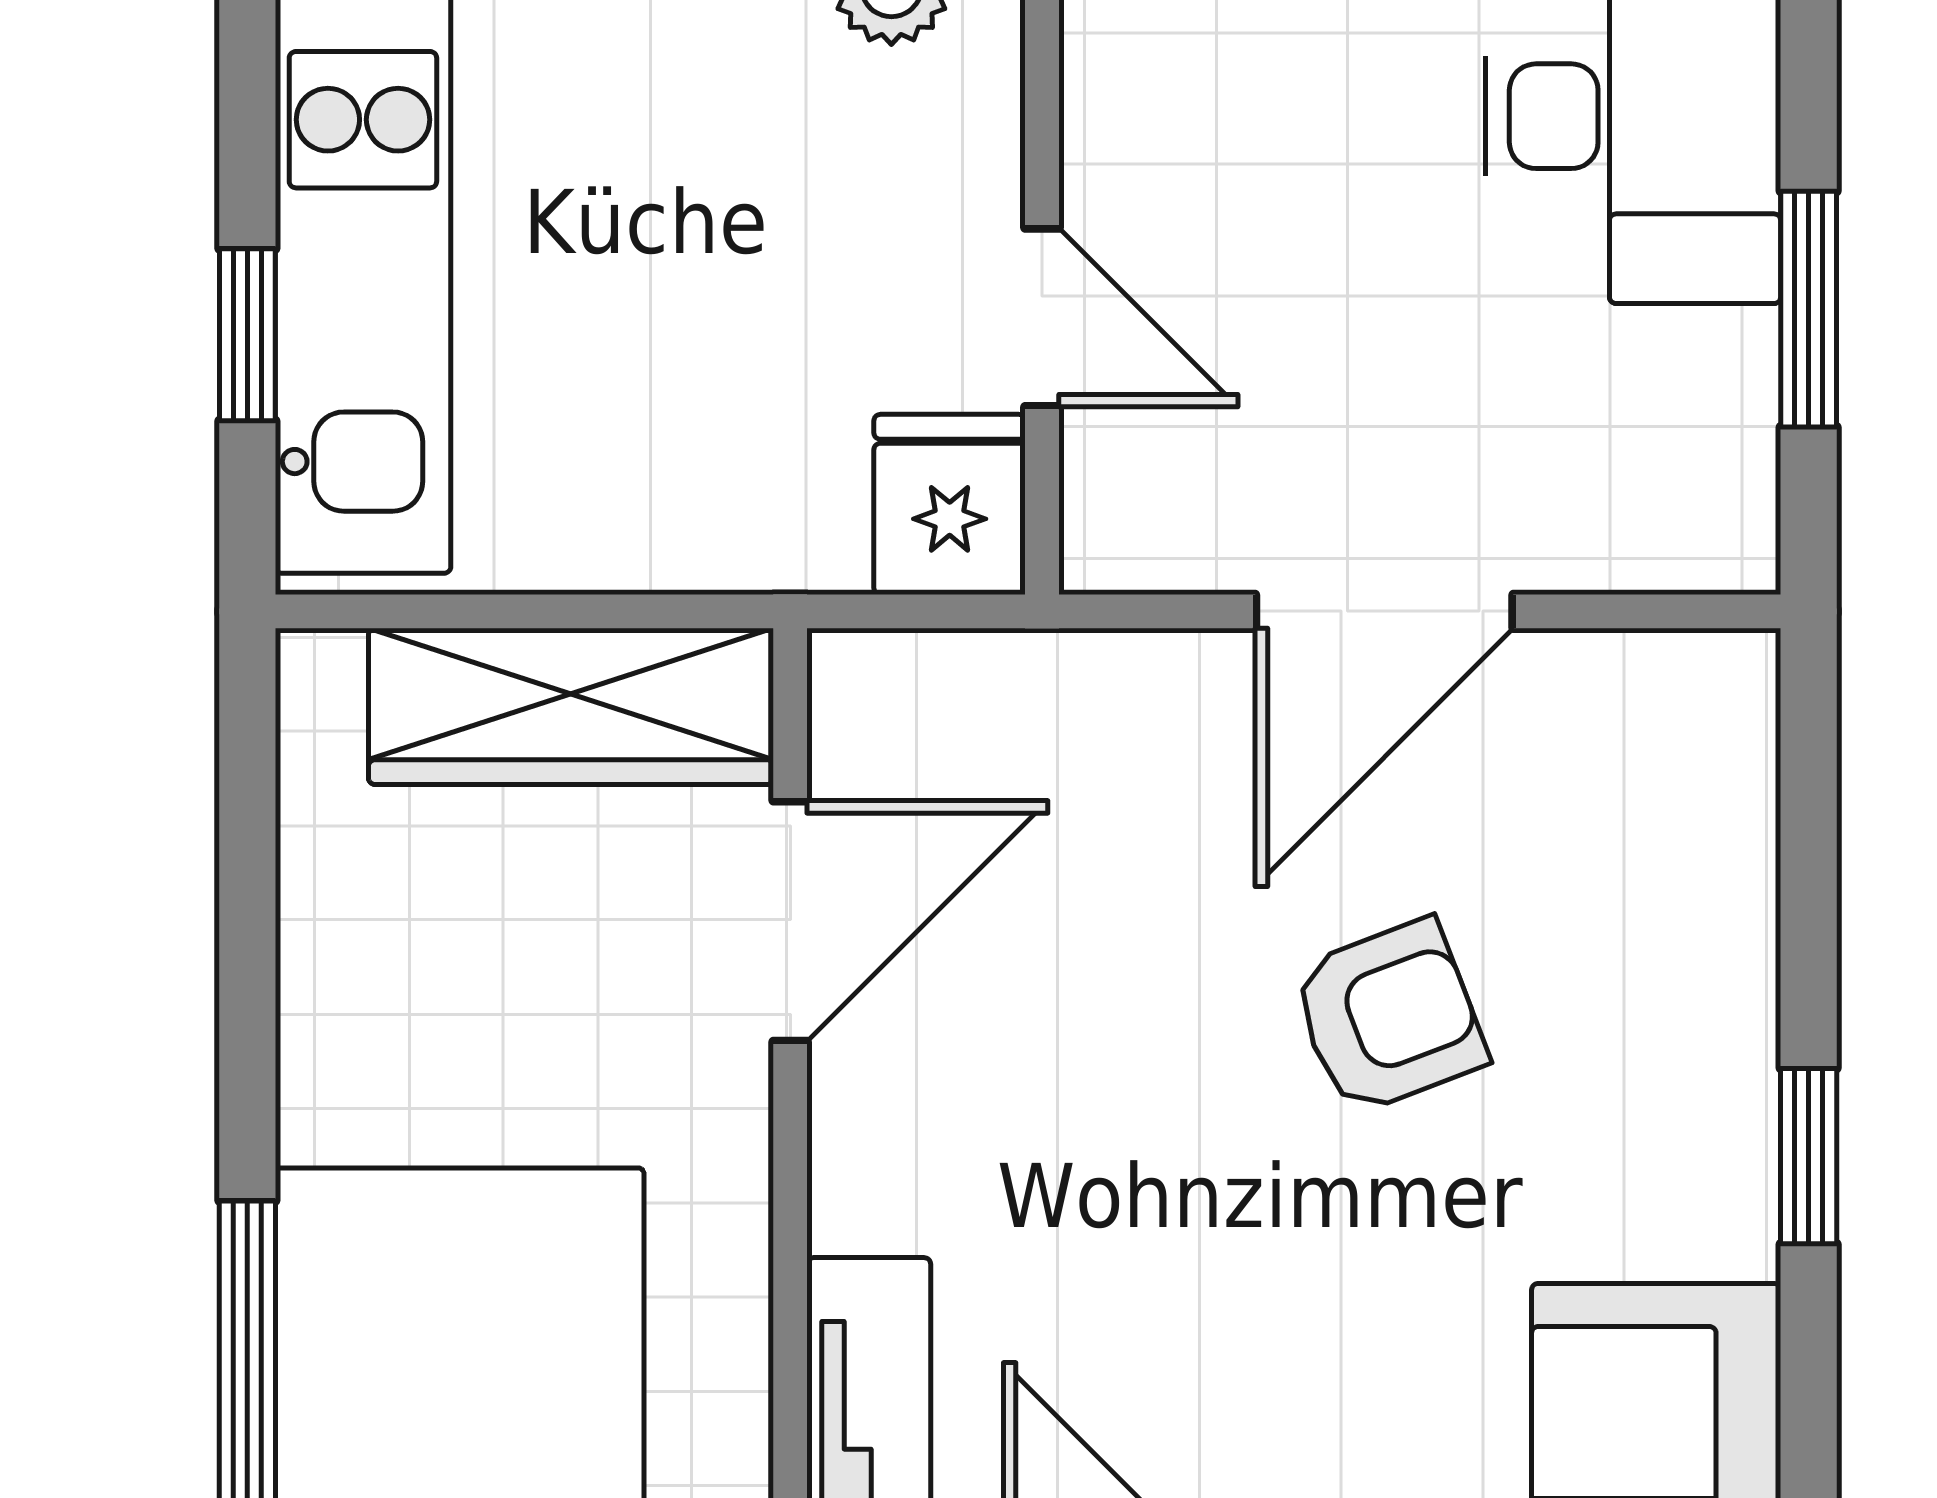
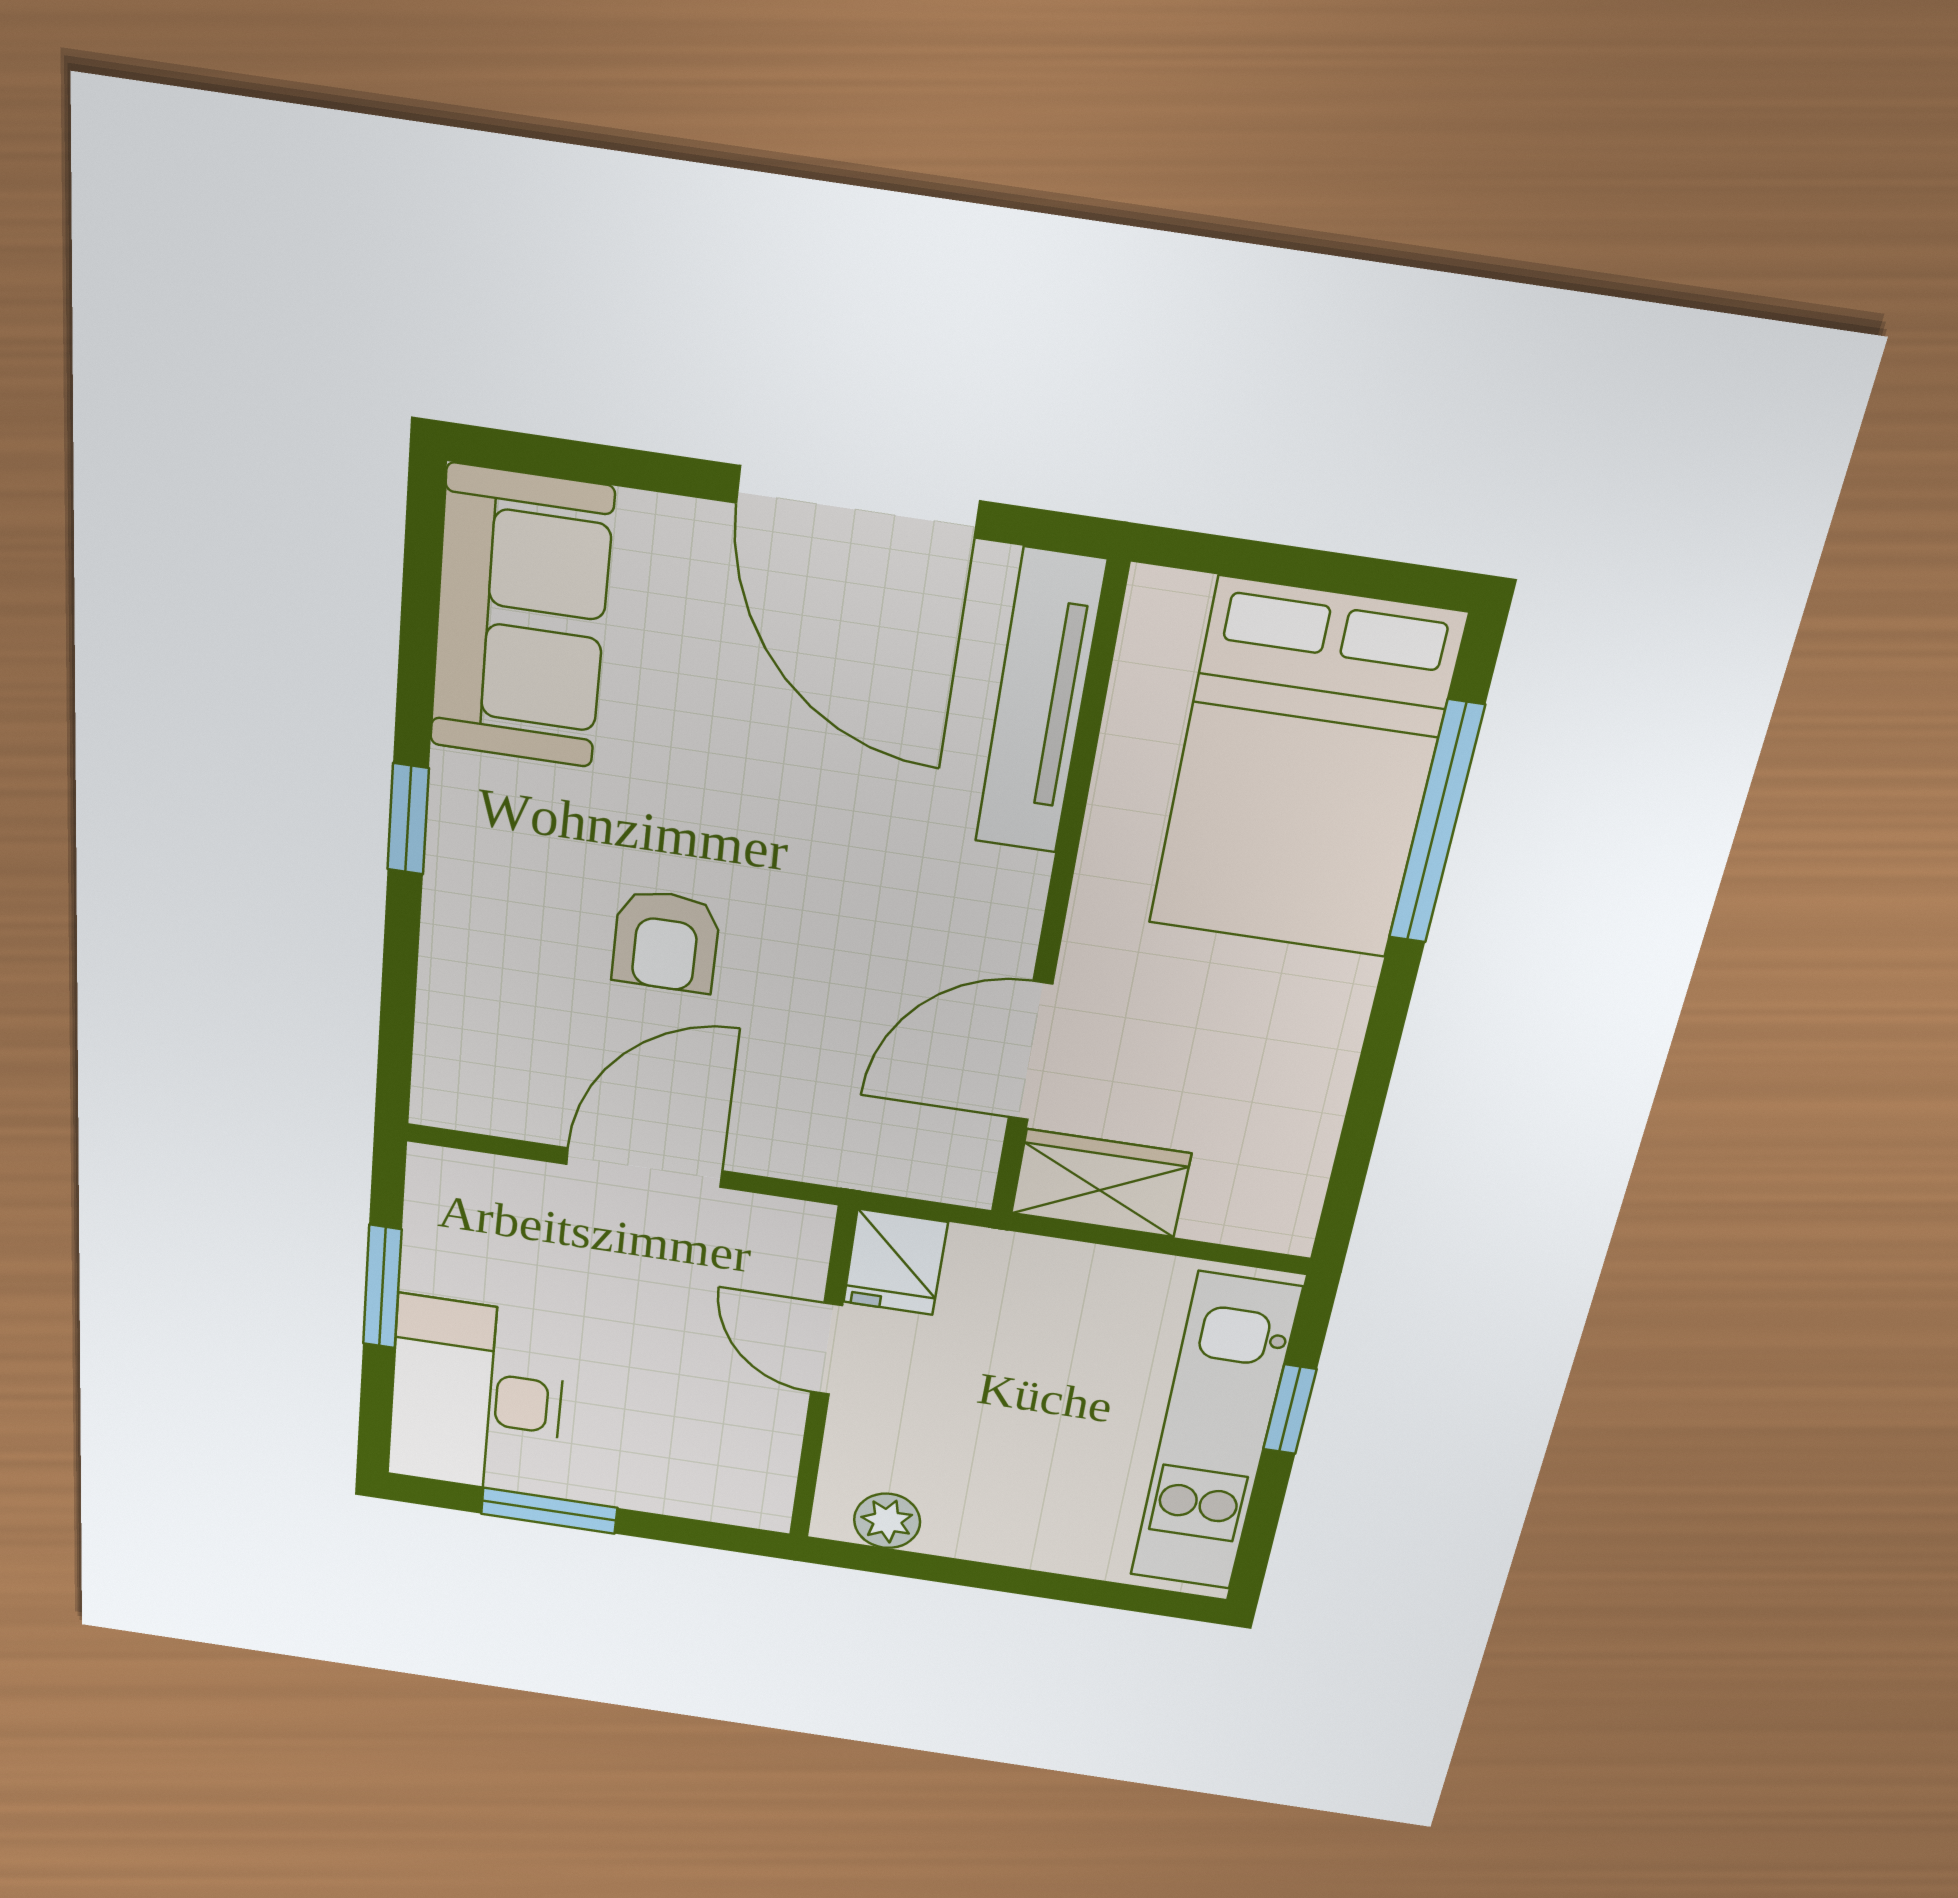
wardrobe: (571, 706) -> (1101, 1183), width x0.67
armchair: (1389, 1017) -> (666, 941), turned -69

